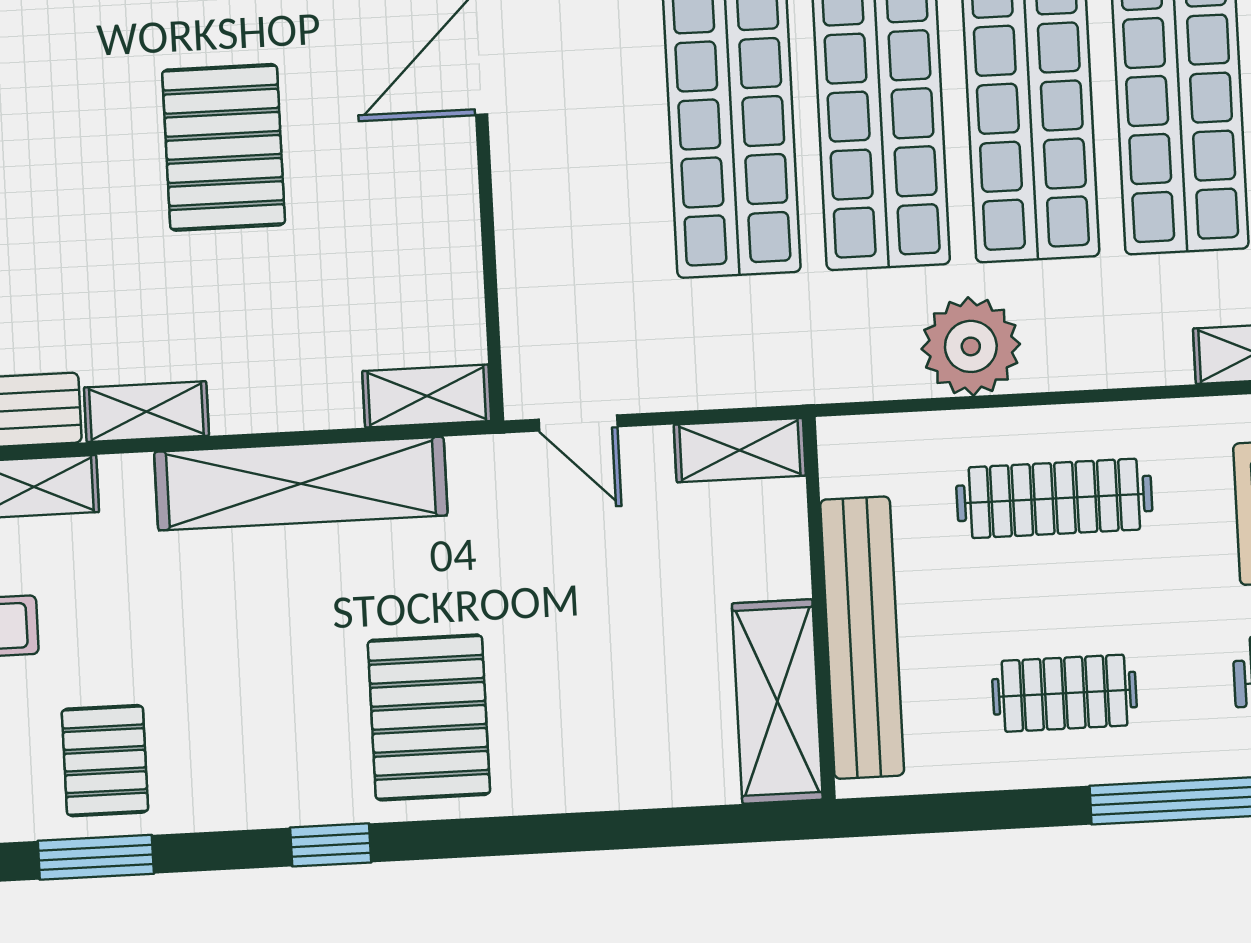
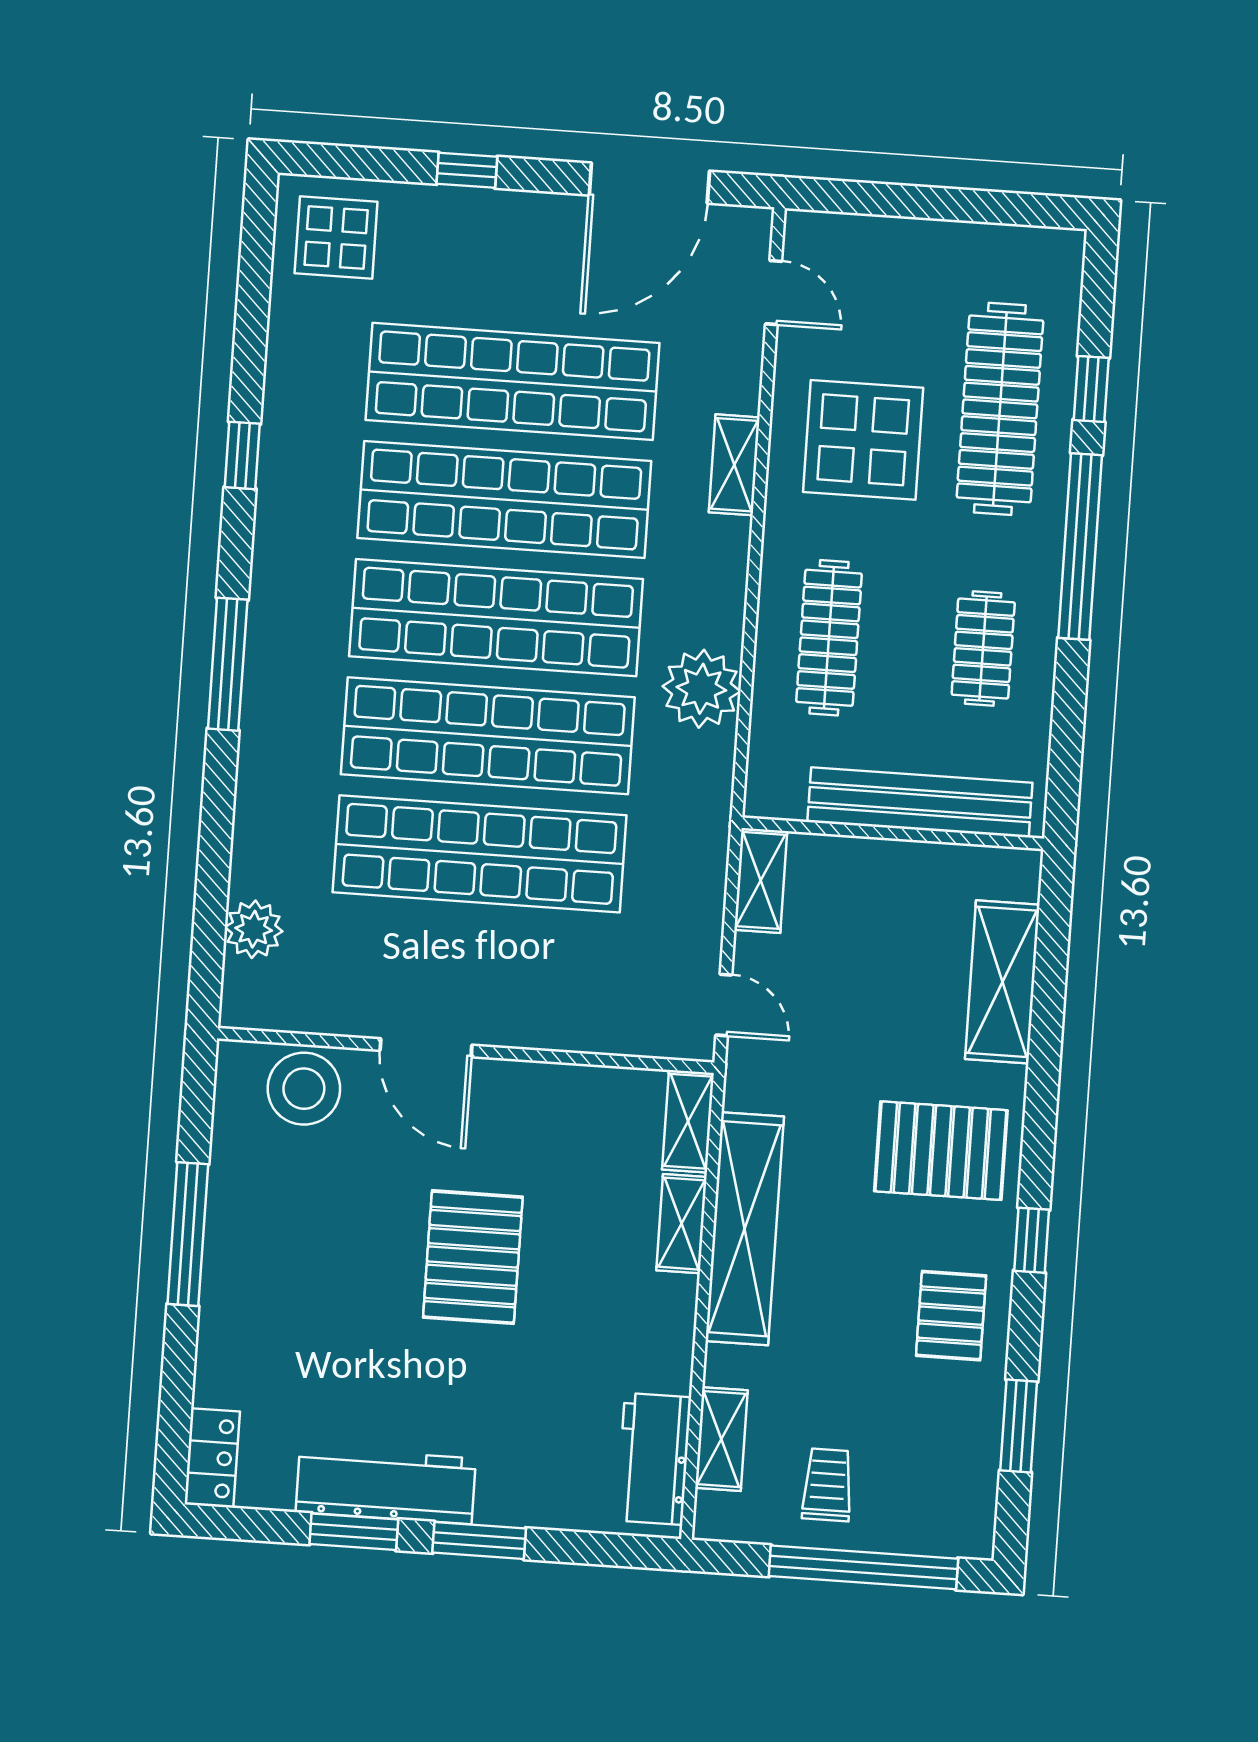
pallet: (224, 147) -> (473, 1257), turned 90
shelving: (146, 412) -> (682, 1224), moved
door: (578, 423) -> (724, 1005), hinge flipped
shelving: (777, 701) -> (1002, 982), moved, turned 90
pallet: (105, 761) -> (951, 1316), moved, turned 90

